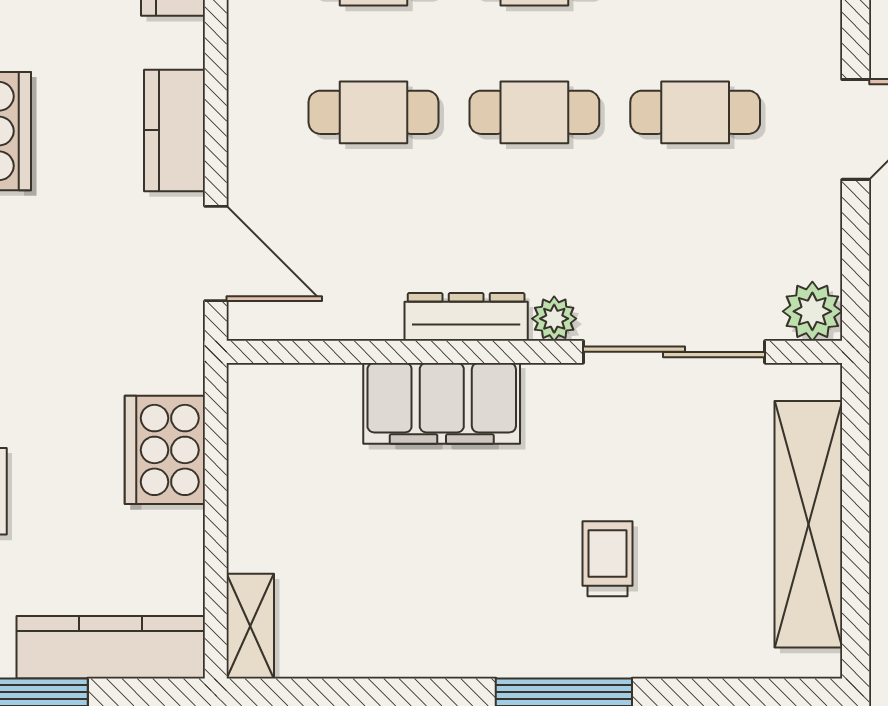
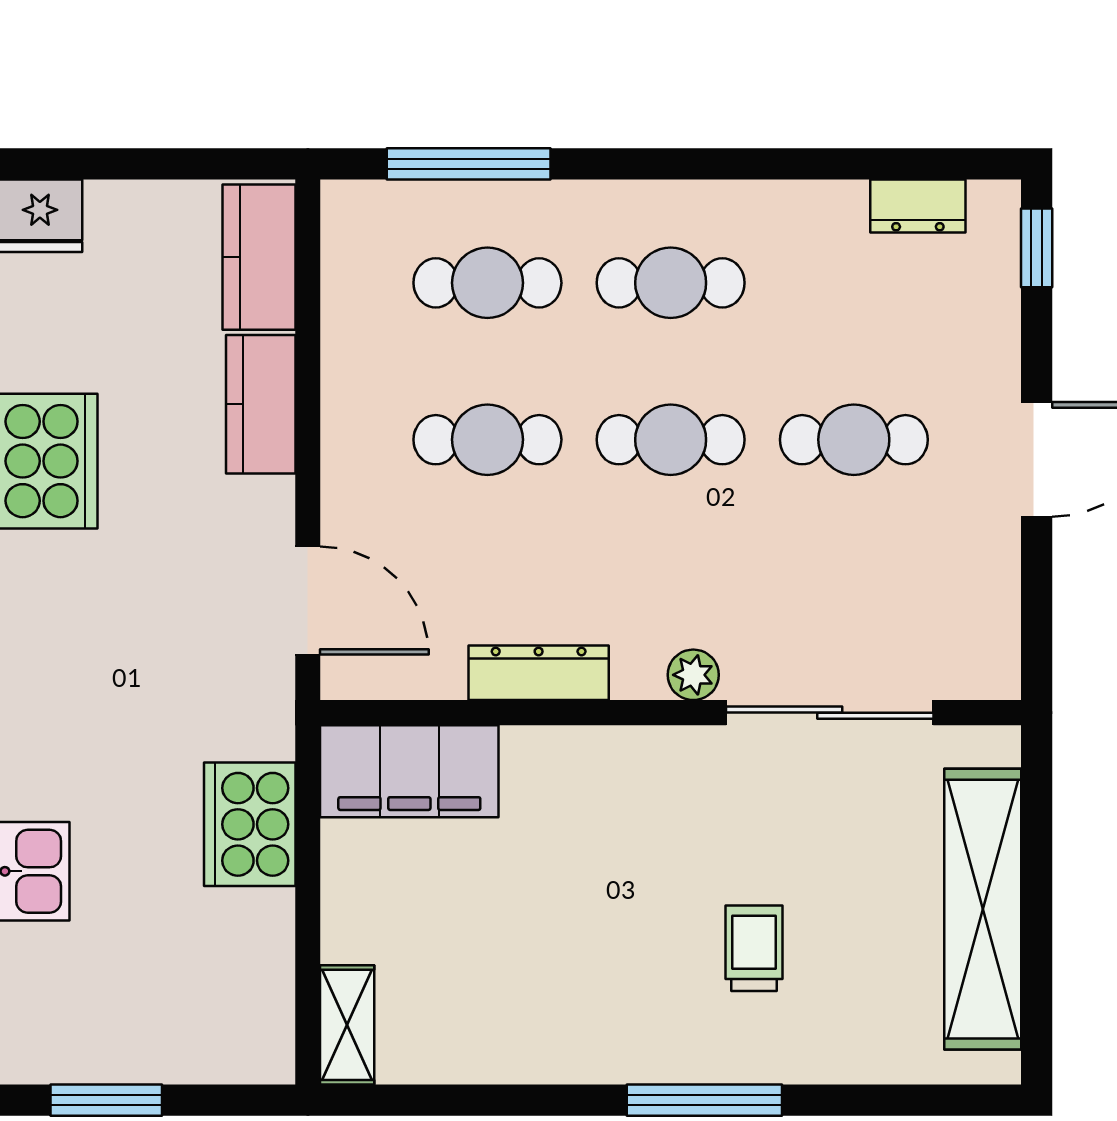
kitchen counter: (174, 130) -> (261, 404), moved
plant: (812, 311) -> (987, 666), removed
dresser: (466, 317) -> (539, 673), moved
filing cabinet: (442, 403) -> (409, 771), moved
kitchen counter: (111, 647) -> (188, 1049), removed

